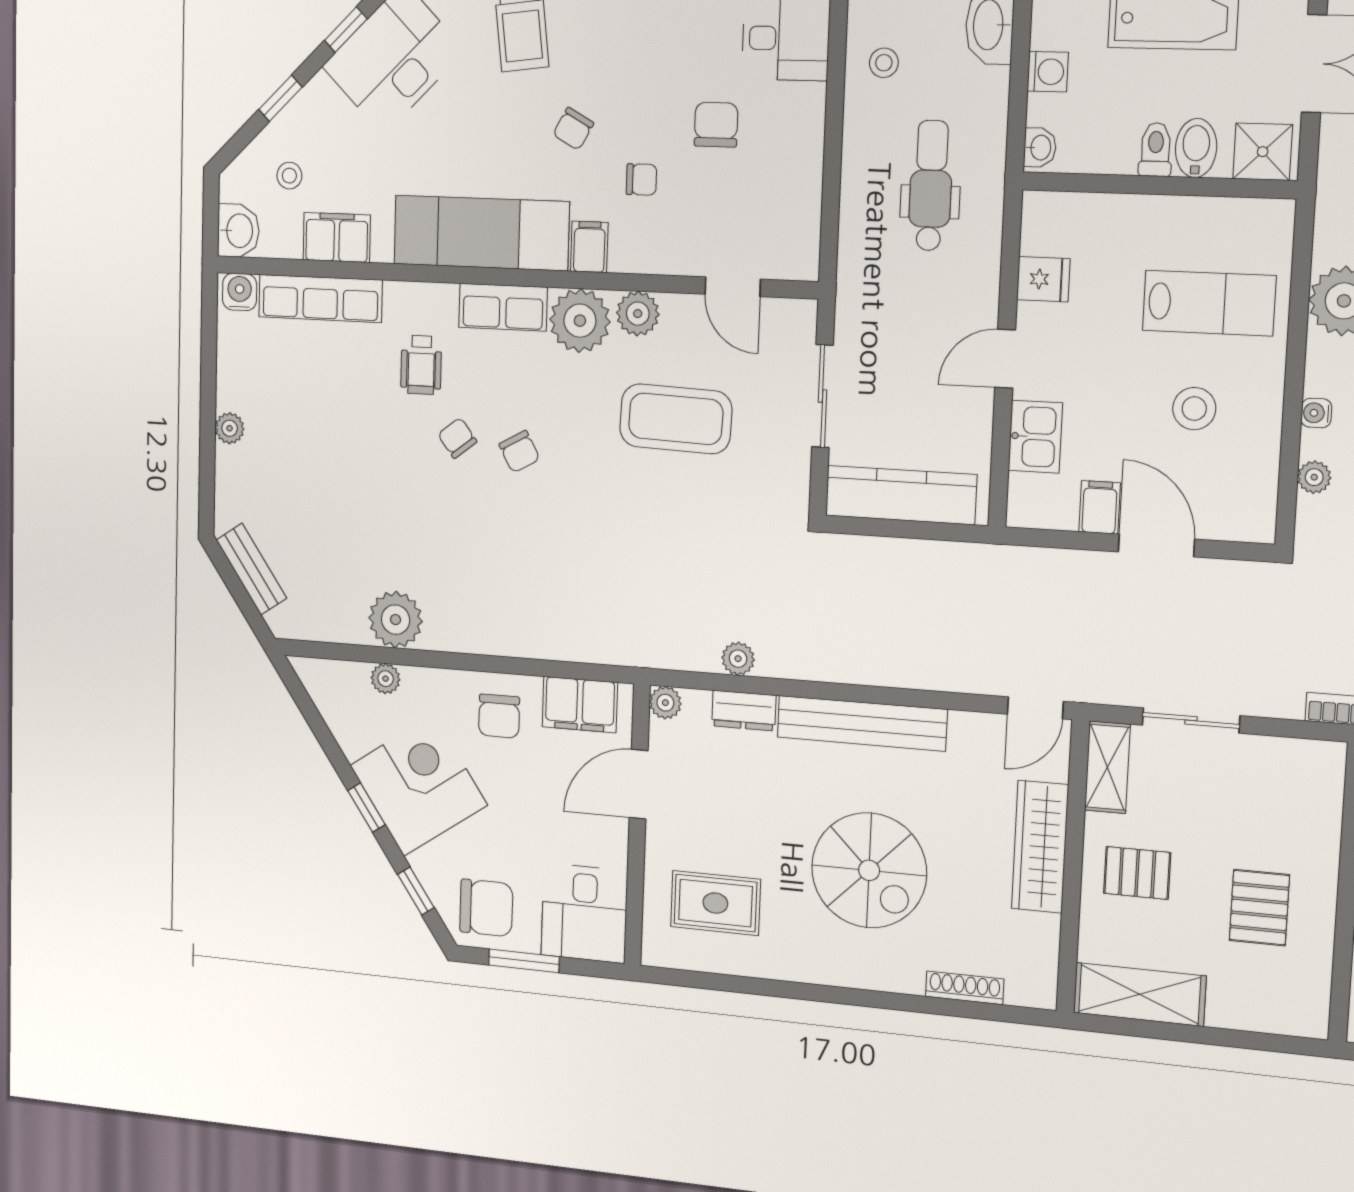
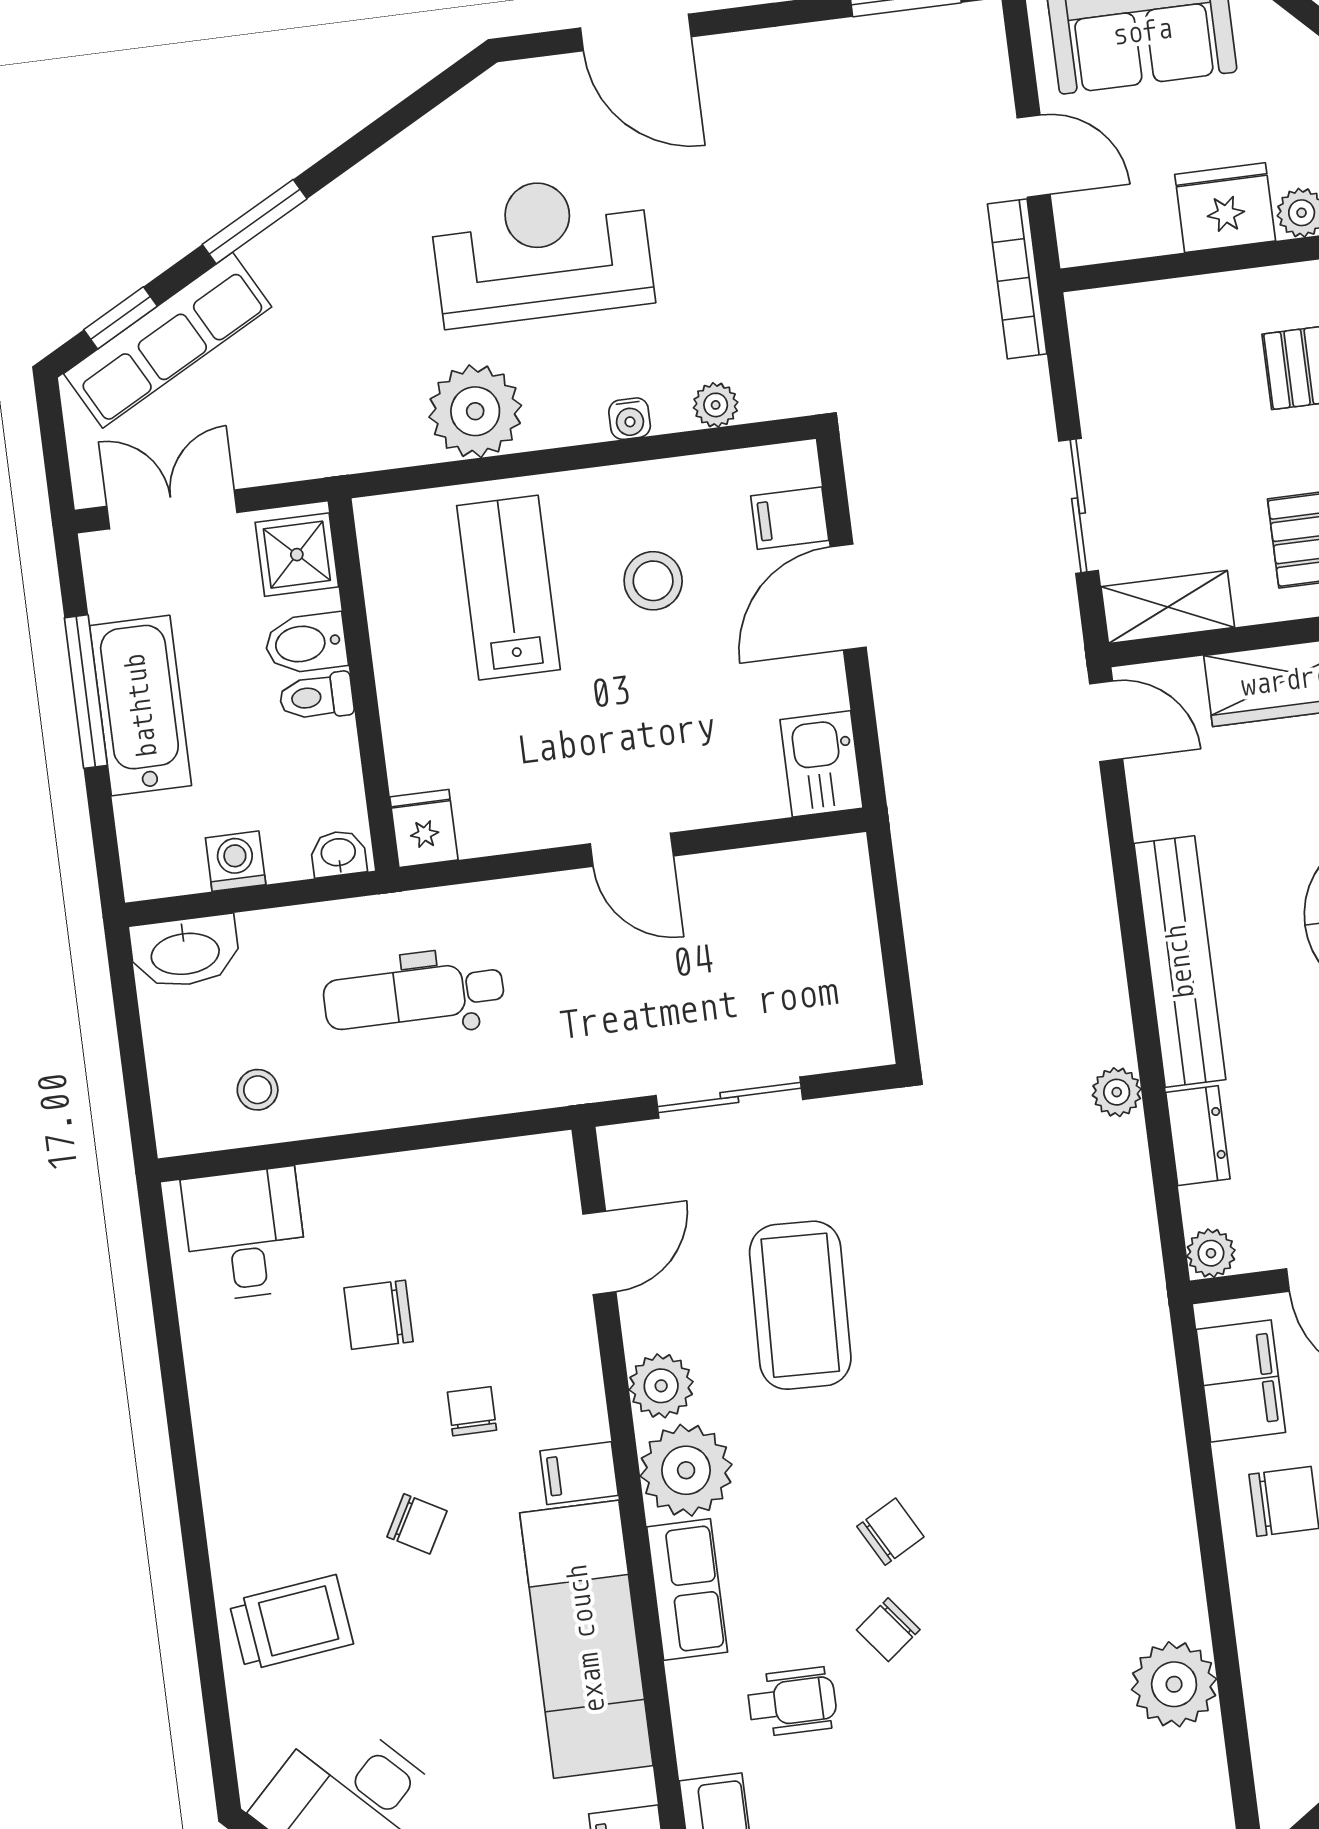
fridge: (1043, 279) -> (424, 828), moved
kitchen sink: (1035, 437) -> (822, 764), moved, turned -90
kitchen counter: (901, 495) -> (847, 962), removed
filing cabinet: (1100, 507) -> (790, 518), moved
plant: (738, 659) -> (1117, 1092), moved
plant: (386, 679) -> (1265, 1687), removed

